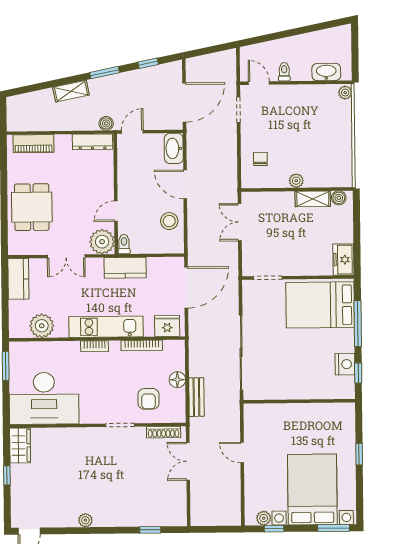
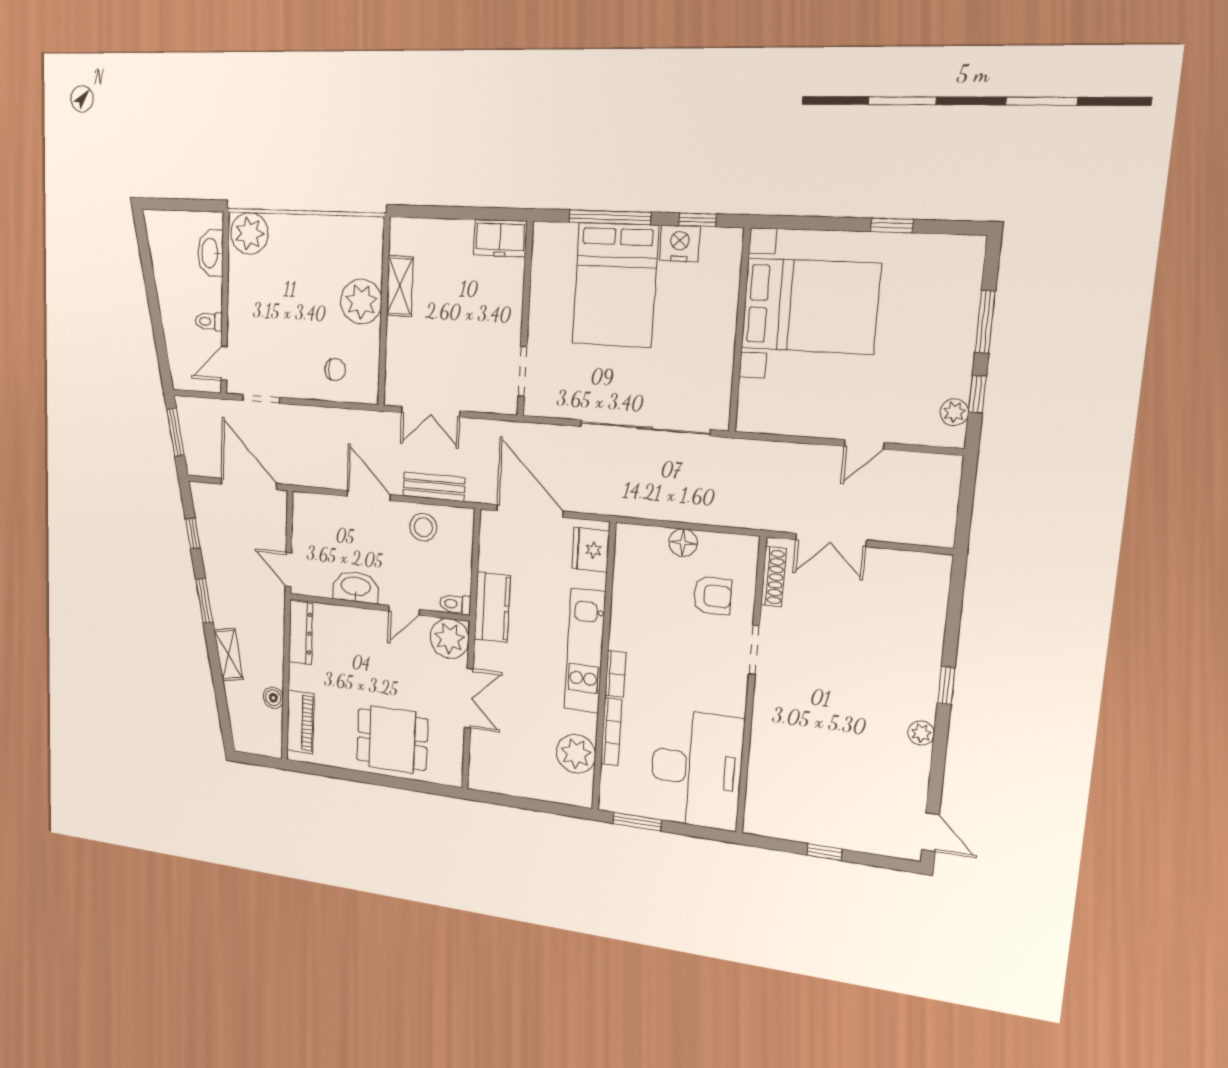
window: (212, 49) -> (176, 432), added
plant: (345, 93) -> (249, 233), width x1.88, depth x1.88
boiler: (106, 123) -> (273, 698), moved
washbasin: (174, 148) -> (356, 587), moved, turned 180
chair: (260, 159) -> (335, 370), turned 180
plant: (296, 181) -> (361, 302), width x1.87, depth x1.87
door: (185, 184) -> (369, 495), swing flipped
boiler: (339, 198) -> (400, 242), removed
door: (116, 211) -> (404, 610), hinge flipped
kitchen counter: (18, 279) -> (500, 778), removed
bed: (320, 305) -> (615, 285), moved
bookcase: (142, 345) -> (611, 732), moved
bench: (196, 397) -> (434, 487), moved
wardrobe: (20, 445) -> (774, 821), removed
door: (242, 453) -> (864, 445), moved
window: (359, 454) -> (892, 225), moved
bed with nightstands: (312, 490) -> (810, 306), moved, turned 180
window: (334, 528) -> (985, 322), moved
window: (150, 530) -> (946, 685), moved

